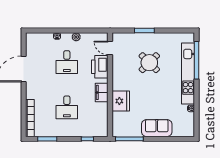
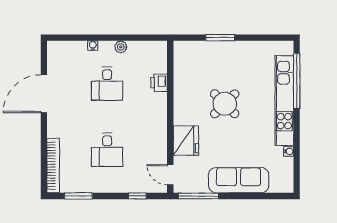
door: (110, 48) -> (170, 175), moved
round table: (149, 63) -> (225, 104), moved
printer: (100, 67) -> (159, 83), width x0.53, depth x0.68
filing cabinet: (102, 92) -> (158, 128), removed
sofa: (157, 128) -> (239, 180), width x1.36

